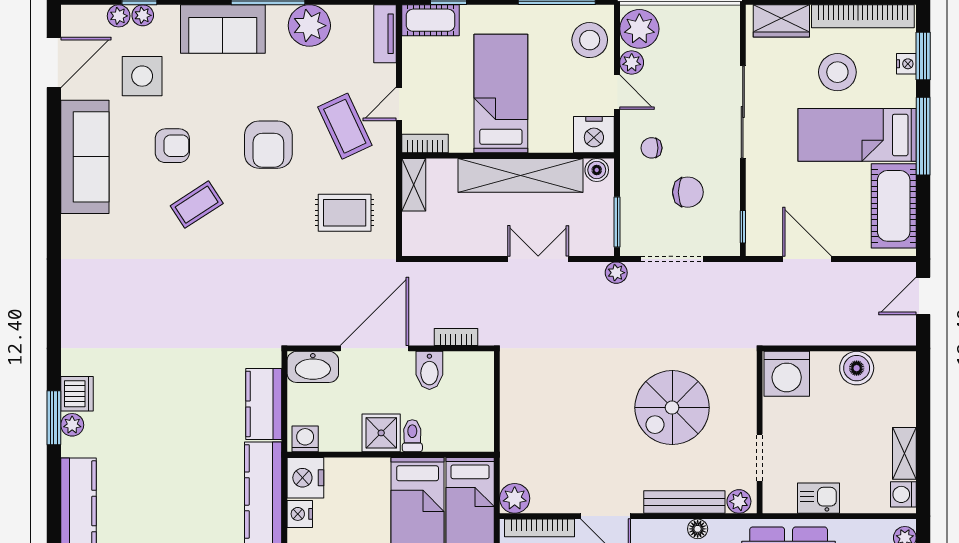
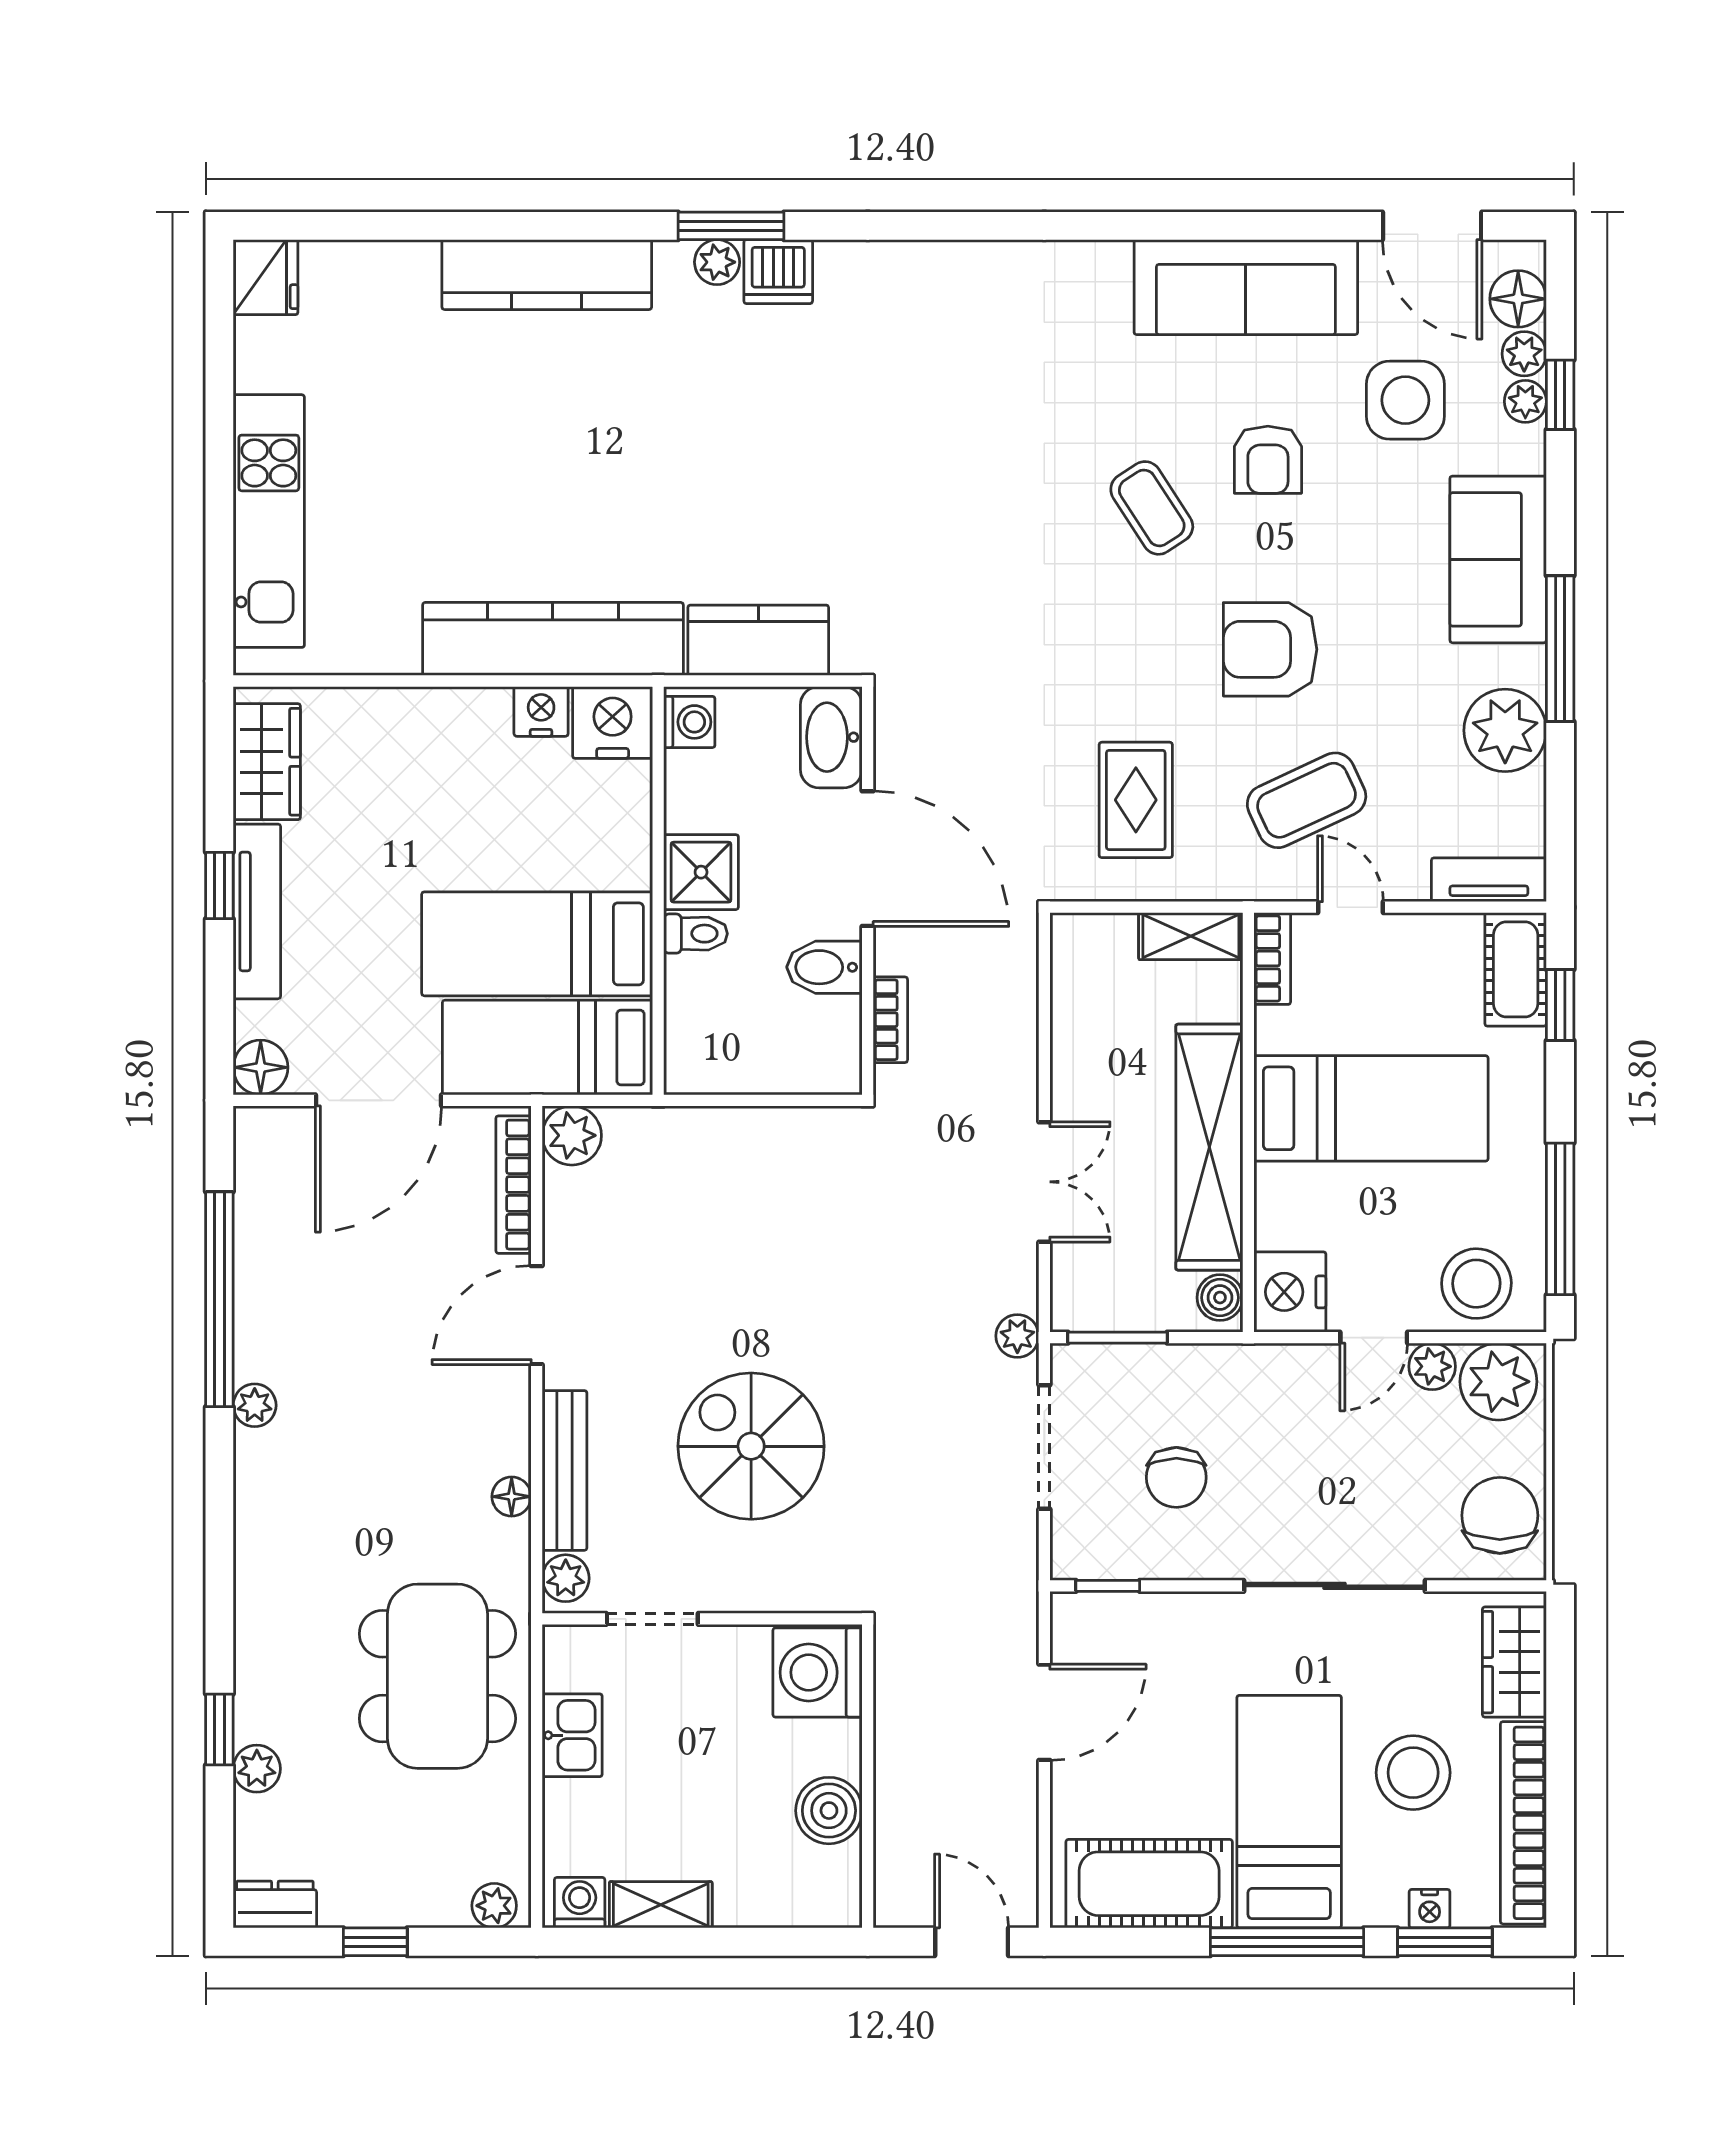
floor lamp: (91, 19) -> (1518, 299), added
chair: (651, 148) -> (1500, 1515), moved, width x1.87, depth x1.87

